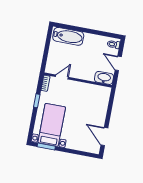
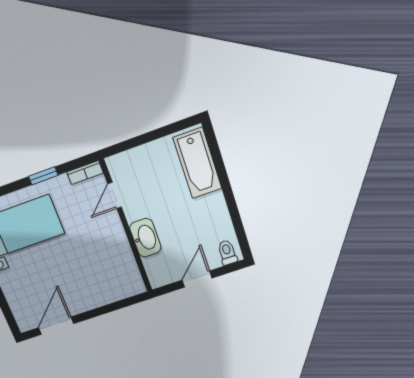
door: (62, 77) -> (115, 196), swing flipped
washbasin: (104, 78) -> (145, 238), moved

